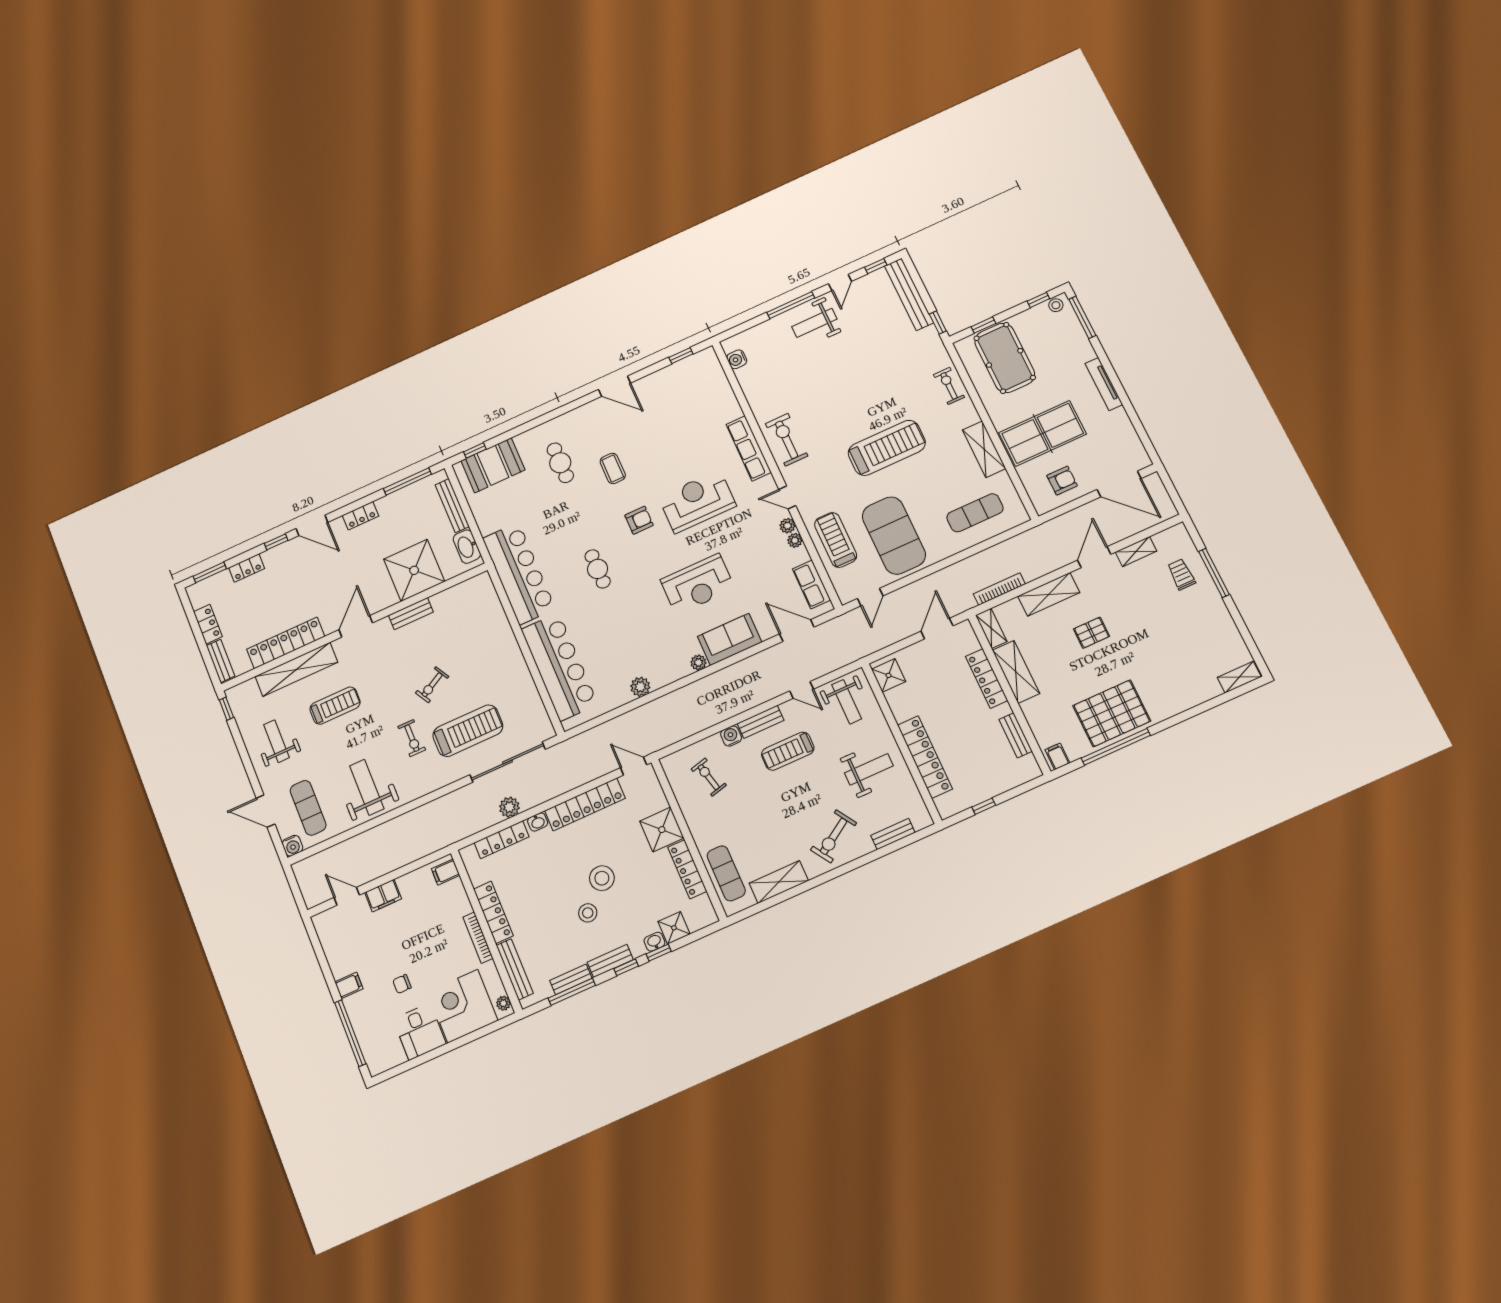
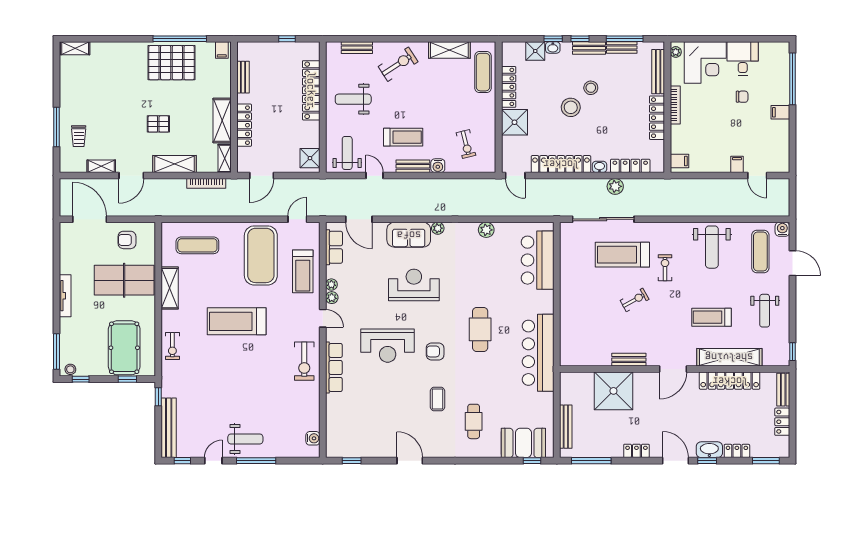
washbasin: (467, 547) -> (709, 450), moved, turned -90
cafe table: (598, 569) -> (480, 329), width x1.37, depth x1.35
bar counter: (559, 667) -> (538, 260), width x0.73
filing cabinet: (383, 896) -> (737, 164), width x0.50

